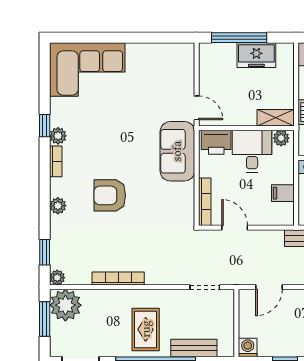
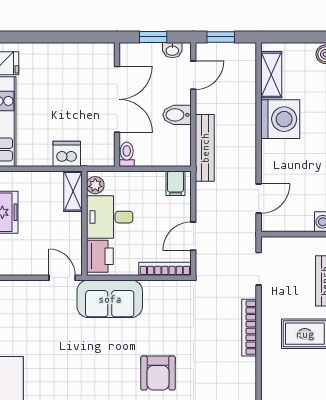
door: (197, 108) -> (62, 278), hinge flipped
filing cabinet: (283, 193) -> (175, 183), moved
bookcase: (118, 279) -> (249, 328), moved
door: (269, 287) -> (259, 199), hinge flipped

